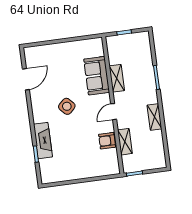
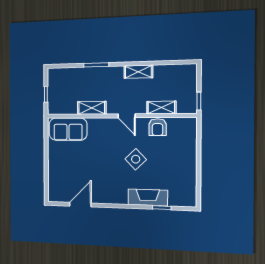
sofa: (97, 76) -> (68, 129), moved
door: (26, 79) -> (80, 205), hinge flipped
side table: (67, 106) -> (136, 159), moved

